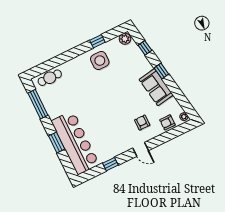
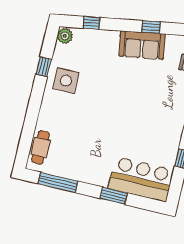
window: (161, 71) -> (151, 27), moved
armchair: (142, 122) -> (167, 90), removed
bar counter: (75, 143) -> (141, 179), width x0.73

